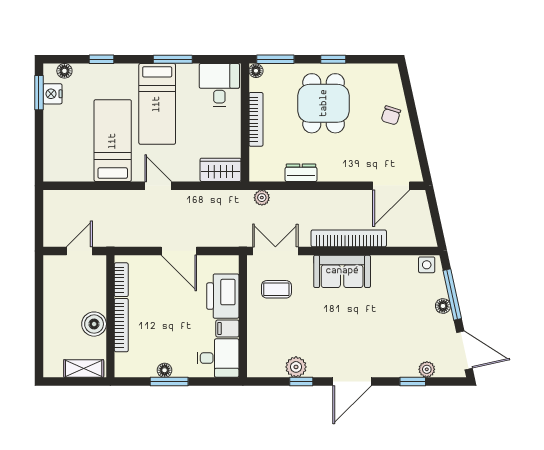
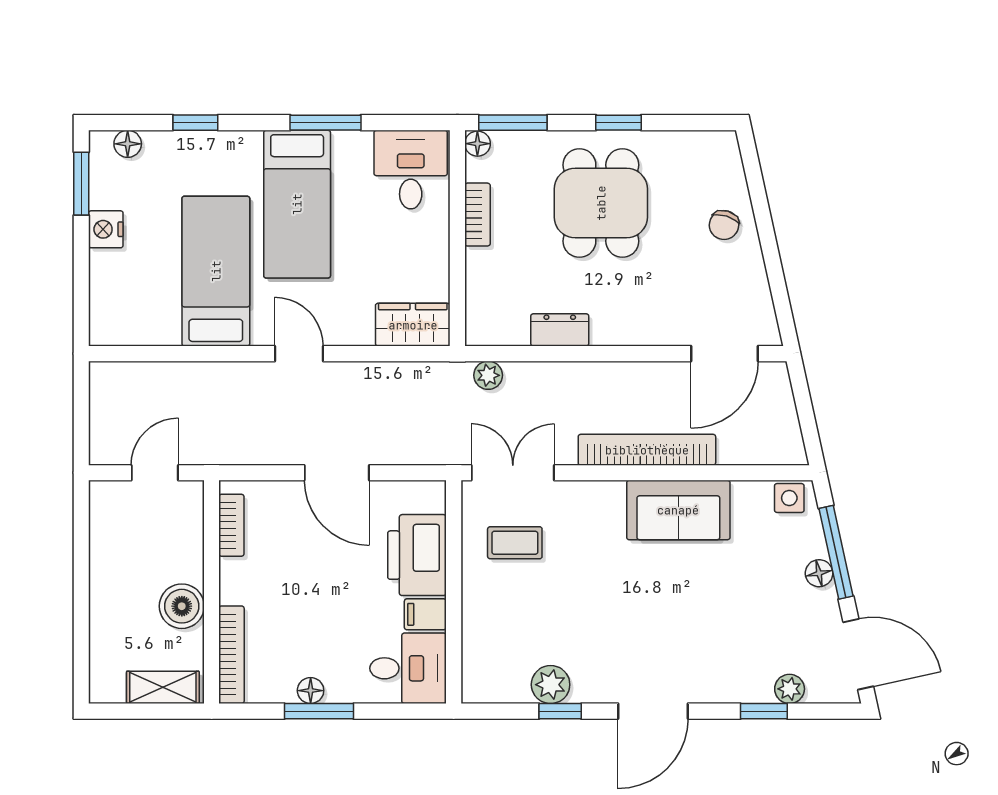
nightstand: (52, 94) -> (106, 229), moved
bookcase: (256, 119) -> (477, 215), width x0.64
sofa: (342, 271) -> (678, 510), moved
bookcase: (121, 325) -> (232, 655), moved

